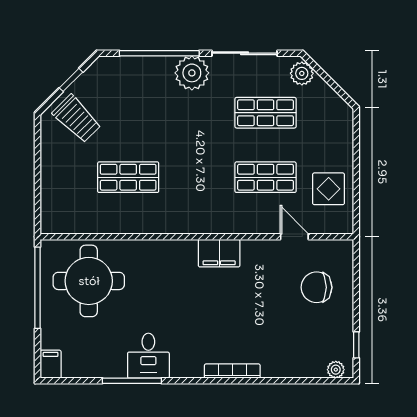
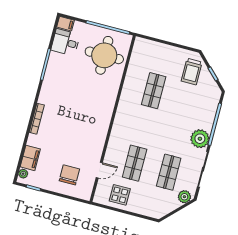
trolley: (77, 119) -> (192, 71), turned -45
filing cabinet: (219, 253) -> (30, 158), moved, turned 180
desk: (148, 356) -> (65, 42), moved

